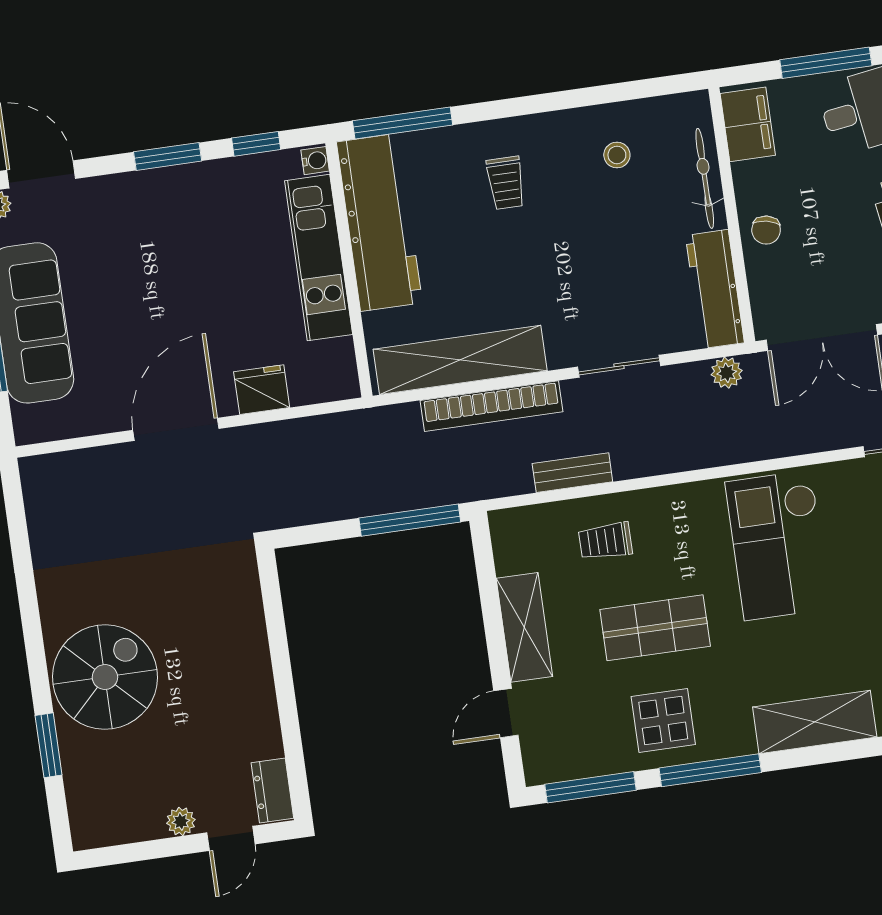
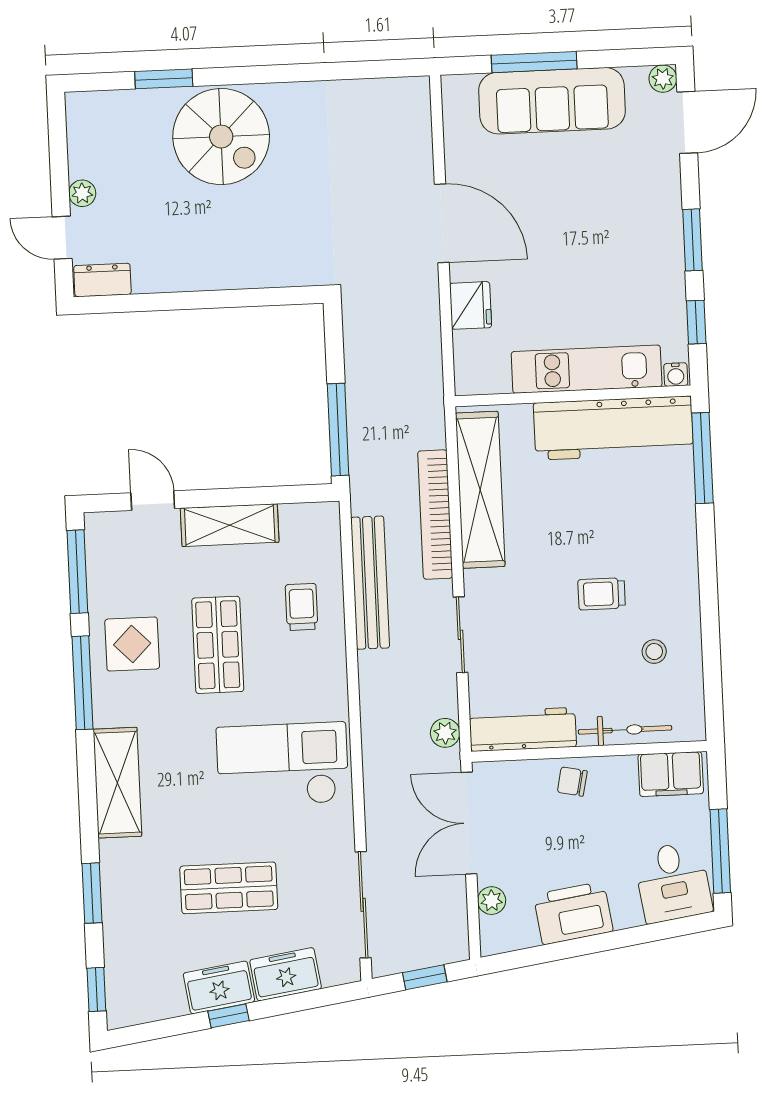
trolley: (506, 183) -> (602, 594), moved
bench: (572, 473) -> (370, 583), width x1.86, depth x1.21

